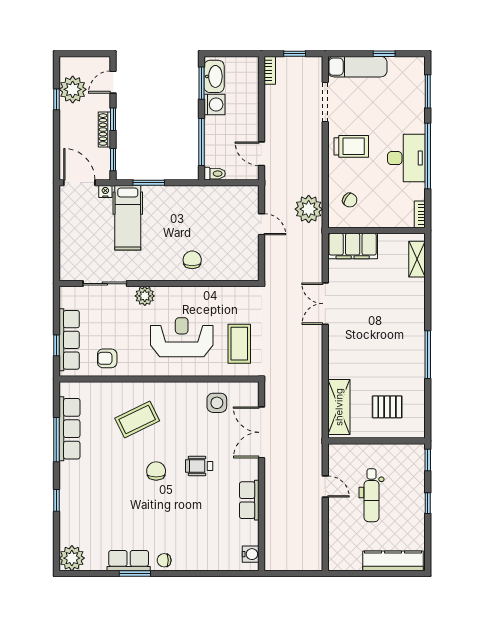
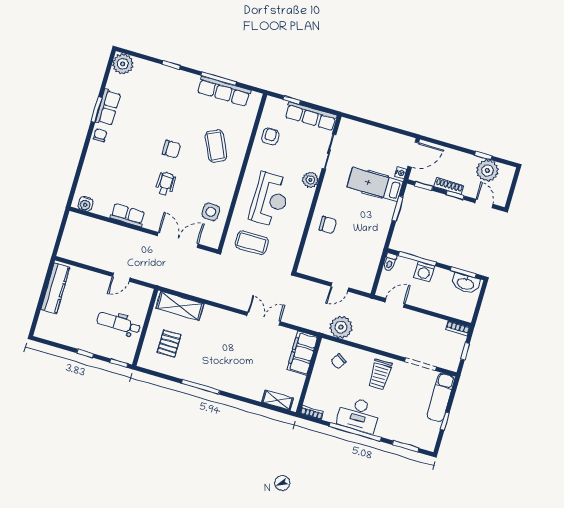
washing machine: (214, 105) -> (424, 272), moved
row of seats: (69, 340) -> (311, 116), moved
dental chair: (372, 495) -> (118, 323), moved
kitchen counter: (393, 561) -> (55, 288), moved

